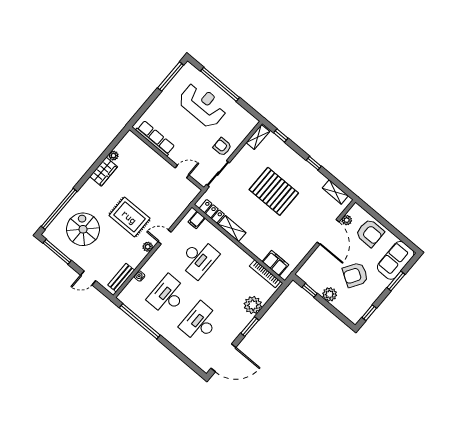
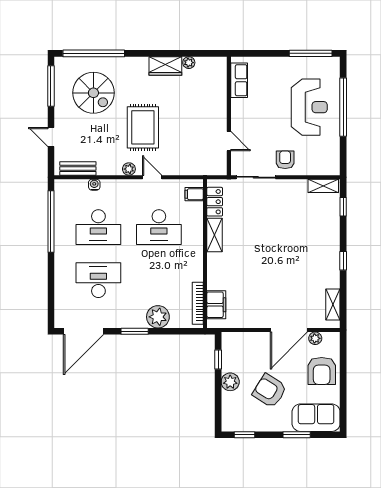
row of seats: (155, 138) -> (239, 80), width x0.68
pallet: (274, 191) -> (284, 245), removed
spiral stairs: (83, 229) -> (93, 93), turned 90
desk: (168, 295) -> (98, 227), turned 180
door: (223, 358) -> (84, 331), hinge flipped

